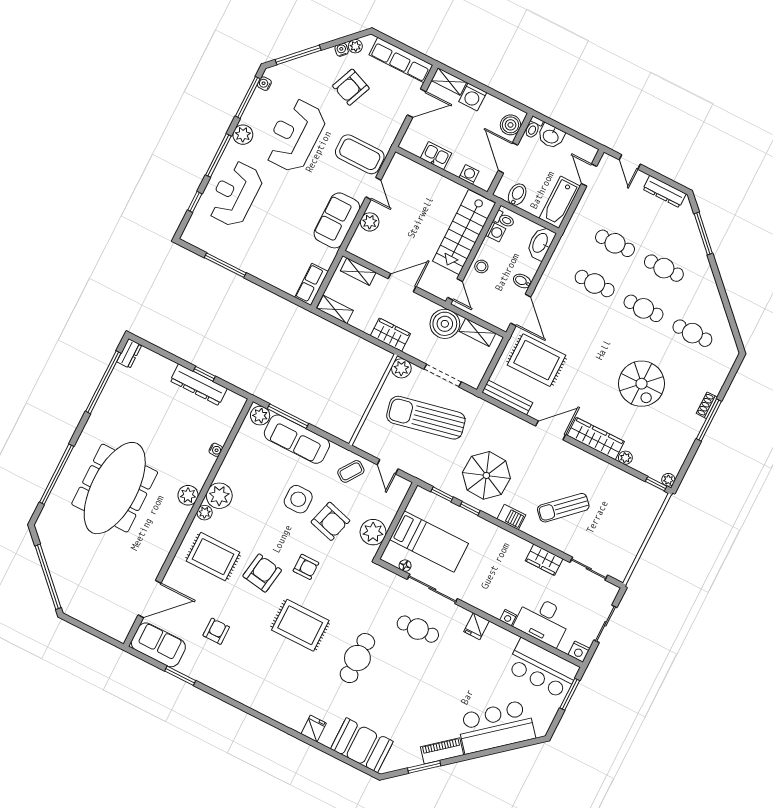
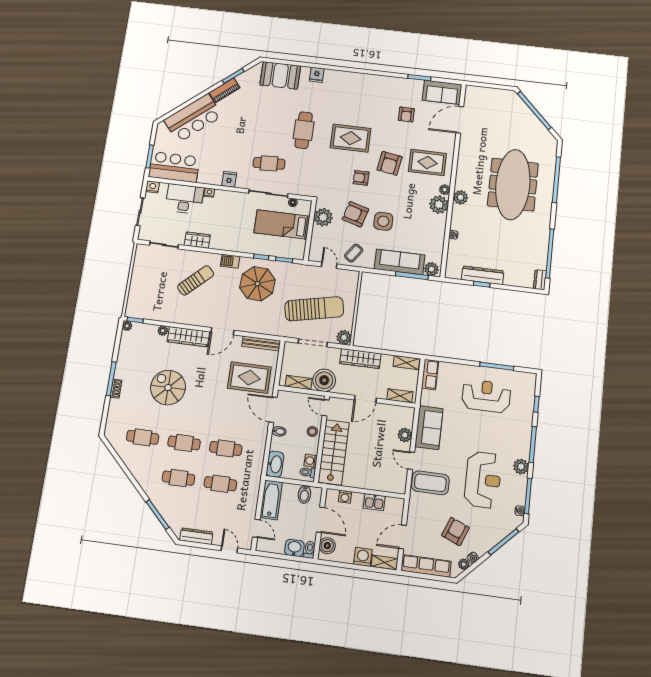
reception desk: (235, 194) -> (486, 396), moved, turned -90
wardrobe: (390, 335) -> (360, 359), width x1.50

